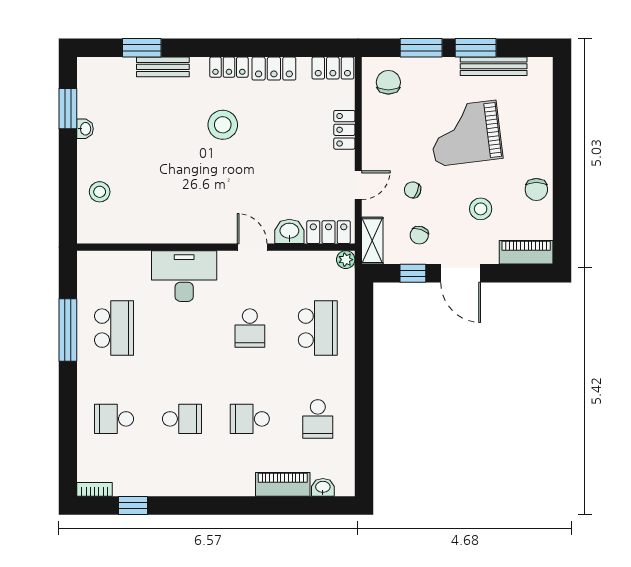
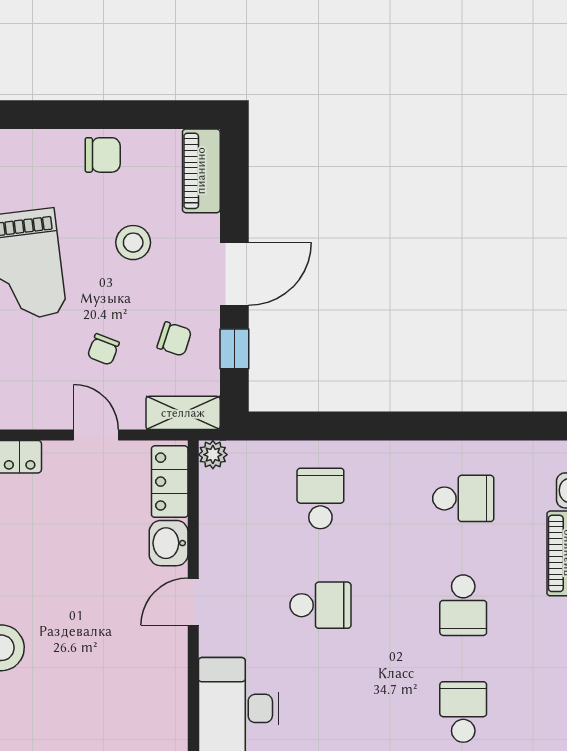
school desk: (318, 328) -> (320, 498), width x0.54

